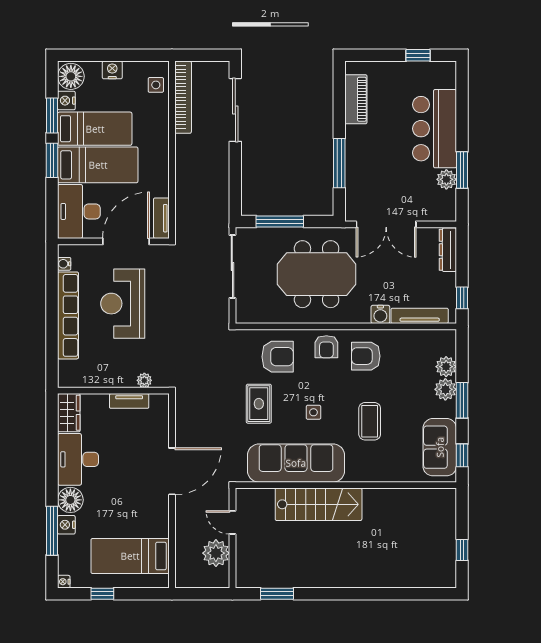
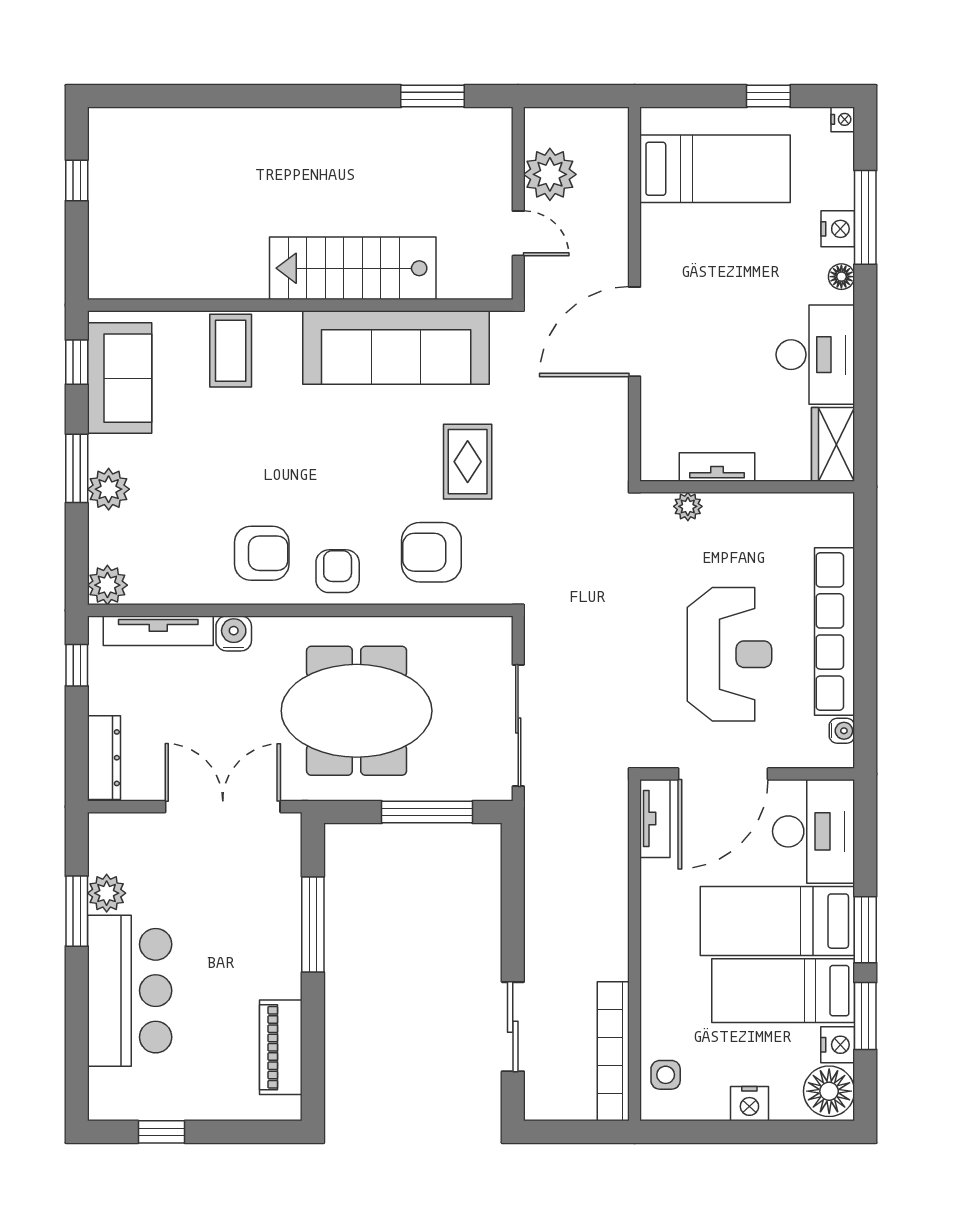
sliding door: (235, 110) -> (513, 1027), width x0.73
plant: (446, 367) -> (107, 585), moved
side table: (313, 412) -> (362, 445), removed
coffee table: (370, 421) -> (231, 351), moved
floor lamp: (70, 500) -> (841, 277), width x0.53, depth x0.53

